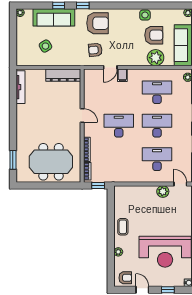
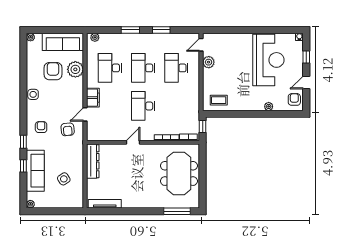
side table: (145, 15) -> (33, 94), moved
armchair: (98, 23) -> (41, 127), width x0.53, depth x0.53
door: (110, 67) -> (85, 114), swing flipped
filing cabinet: (122, 75) -> (93, 98), width x2.00
window: (13, 160) -> (177, 211), width x1.44
coffee table: (123, 227) -> (219, 100), moved

